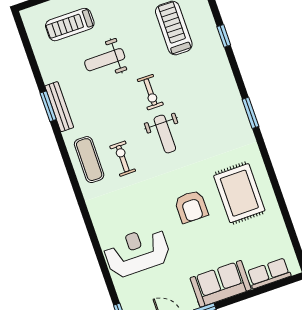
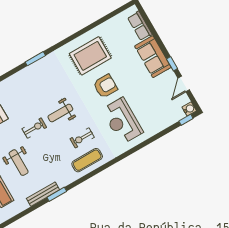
bench: (59, 107) -> (43, 194), moved
weight bench: (165, 134) -> (60, 113), turned 180
reception desk: (137, 252) -> (122, 121), moved

